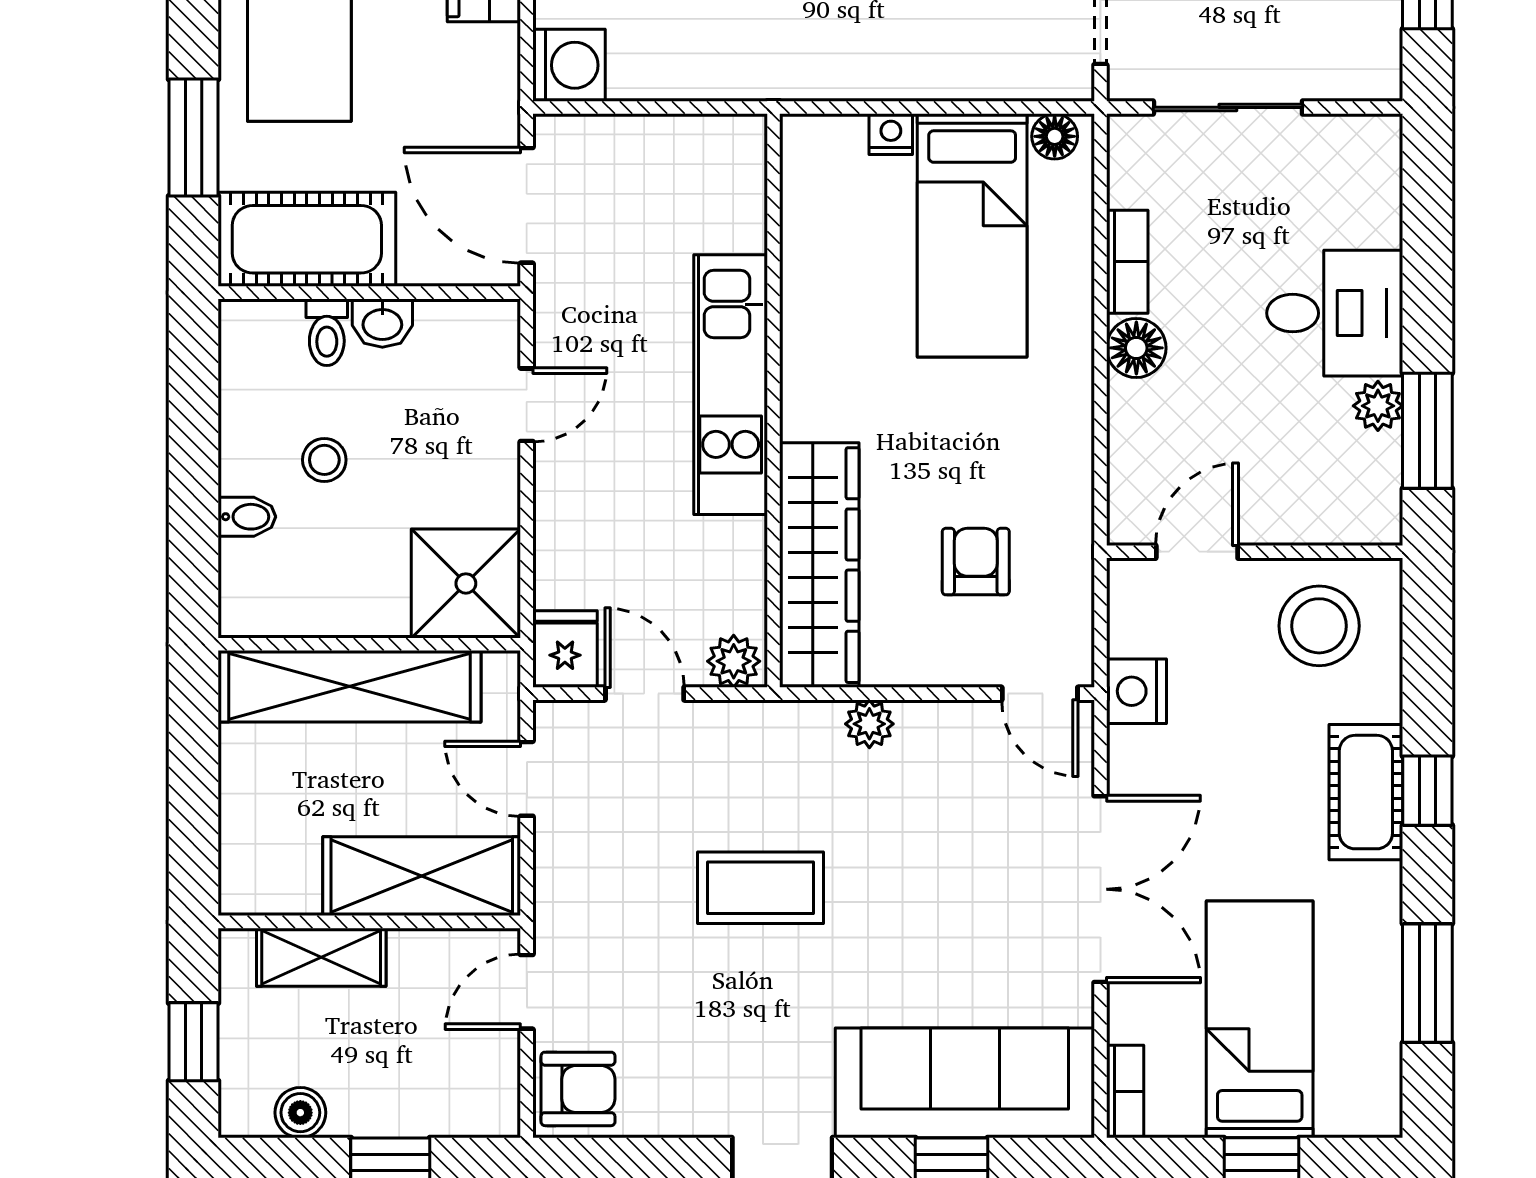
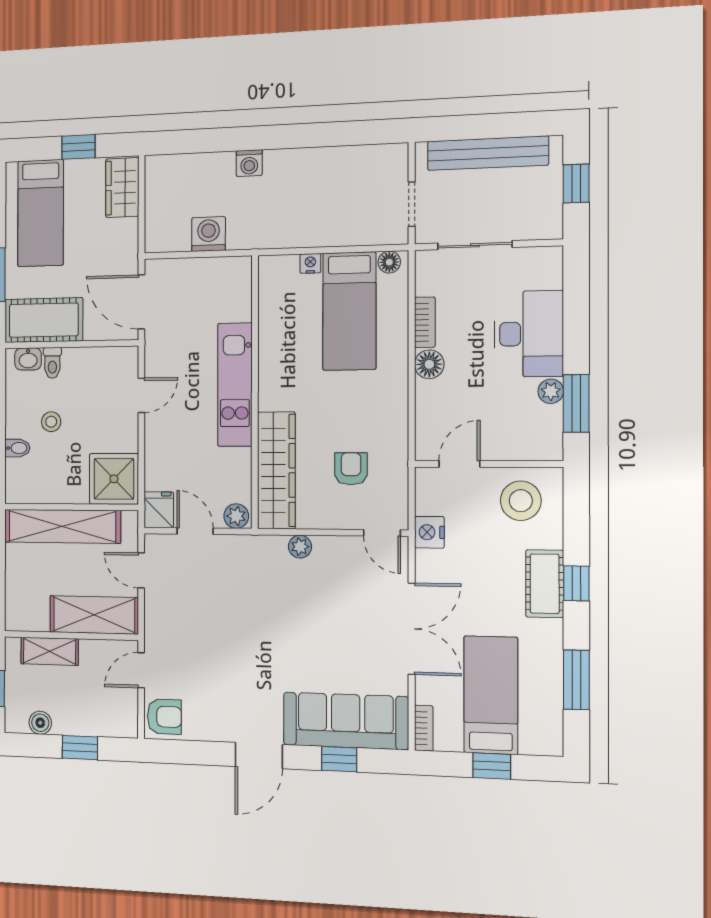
washing machine: (569, 65) -> (209, 234), moved, turned -90
desk: (1335, 313) -> (529, 334), width x1.37
washbasin: (382, 323) -> (28, 359), moved
coffee table: (760, 888) -> (249, 624), removed

